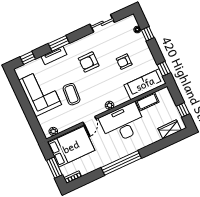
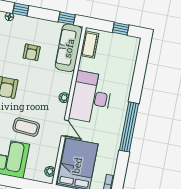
cot: (147, 101) -> (90, 45), moved
wardrobe: (170, 129) -> (130, 56), removed

